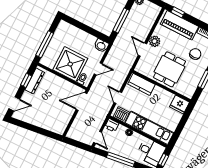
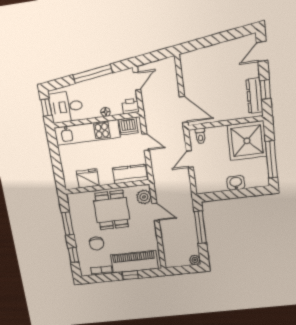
window: (178, 12) -> (130, 275), moved
plant: (155, 41) -> (144, 197), moved
window: (45, 44) -> (271, 159), moved
washbasin: (101, 46) -> (236, 183), moved
shower: (70, 64) -> (247, 141), moved
door: (81, 102) -> (184, 109), hinge flipped
fridge: (180, 104) -> (88, 178), moved
door: (98, 137) -> (137, 81), swing flipped

